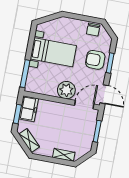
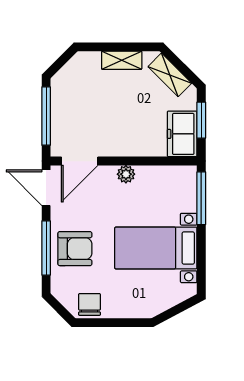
window: (110, 63) -> (46, 248), width x1.44
plant: (66, 90) -> (126, 174), width x0.53, depth x0.53
window: (97, 131) -> (46, 116), width x1.44
shelving: (64, 155) -> (122, 60), moved

